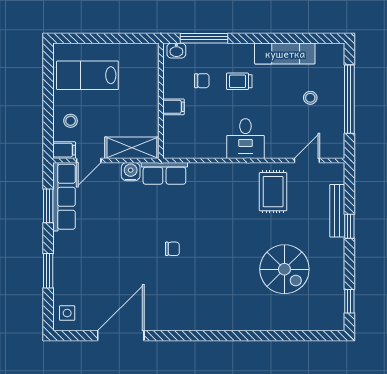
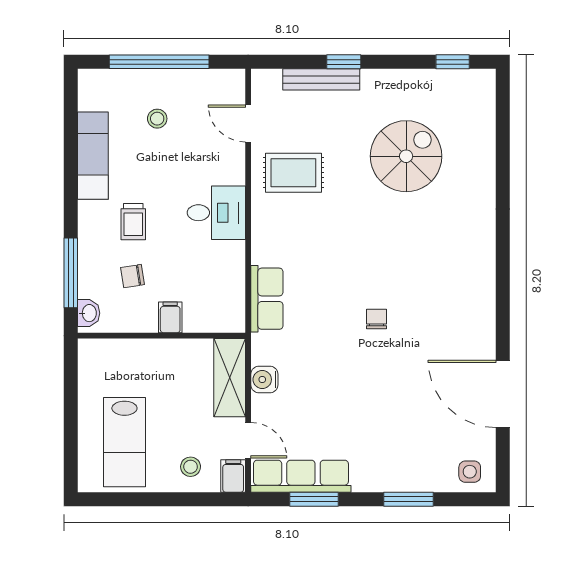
chair: (202, 81) -> (132, 276), turned -99
row of seats: (164, 173) -> (267, 299), moved

